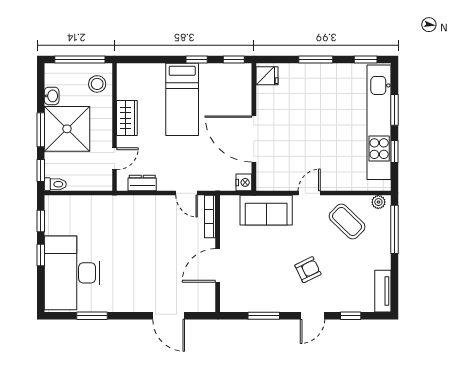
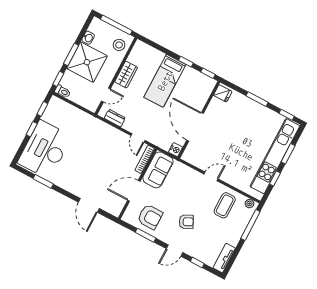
sofa: (266, 210) -> (158, 170), moved, turned -90
coffee table: (347, 222) -> (225, 205), turned 46
armchair: (257, 288) -> (150, 217), added

